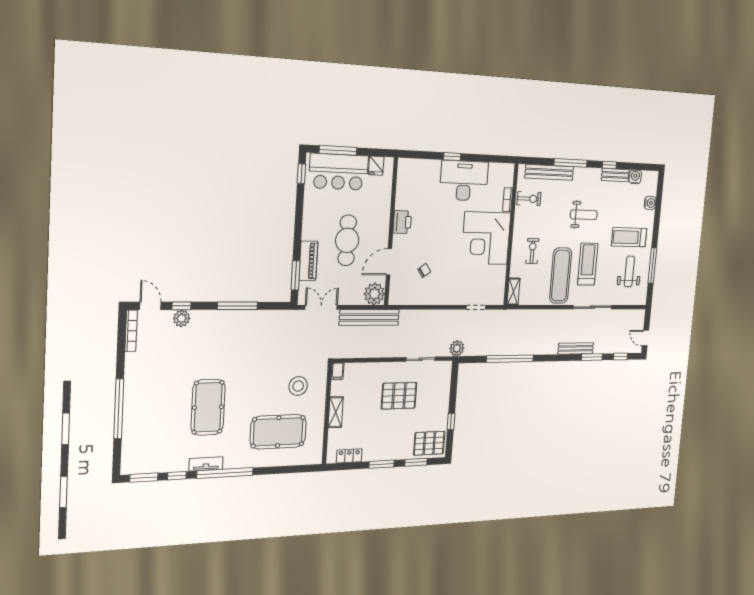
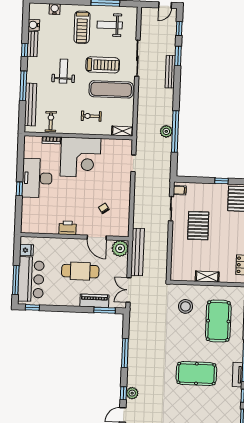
treadmill: (588, 264) -> (103, 65), turned 180
plant: (457, 348) -> (166, 131), moved
filing cabinet: (338, 371) -> (180, 190), moved

